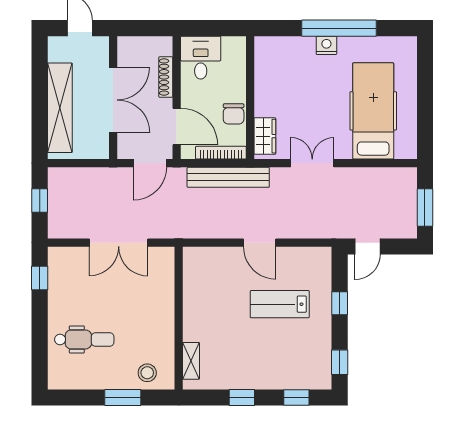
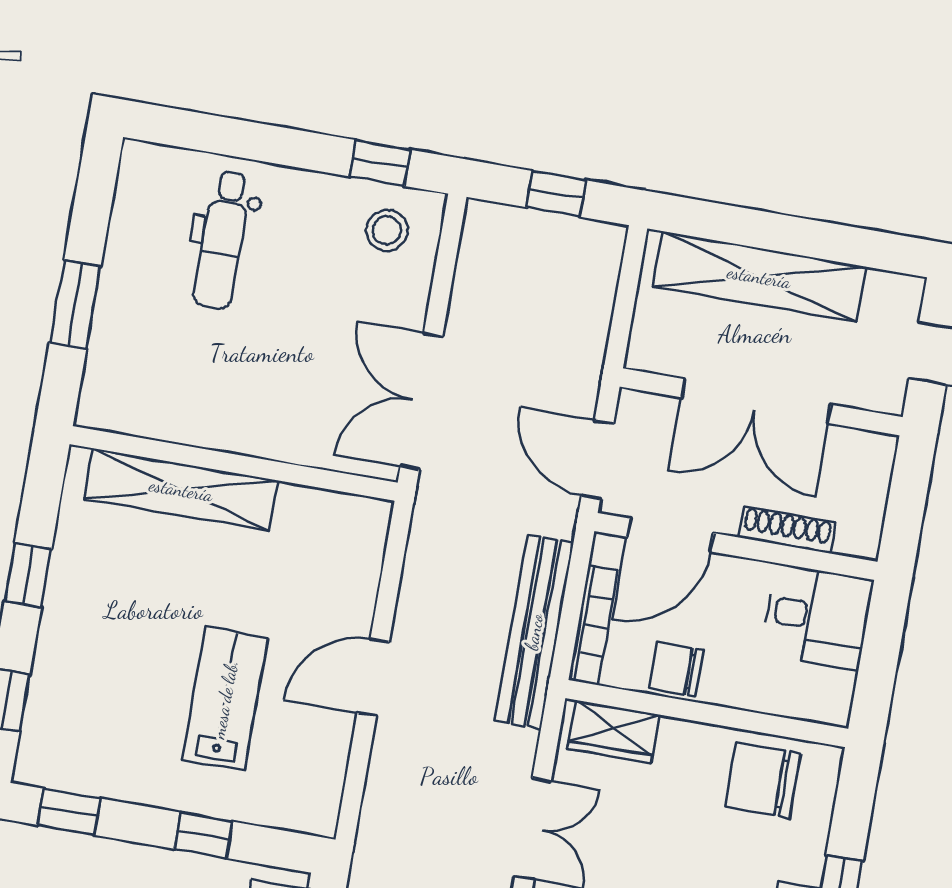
chair: (275, 69) -> (763, 780), added
double door: (119, 243) -> (421, 401), moved
shelving: (191, 361) -> (181, 490), width x2.20, depth x1.33
stool: (147, 373) -> (387, 230), moved

